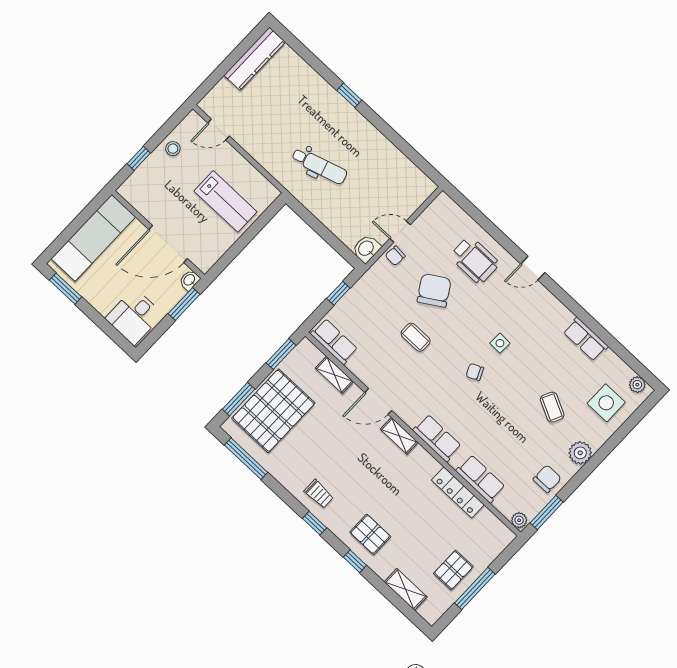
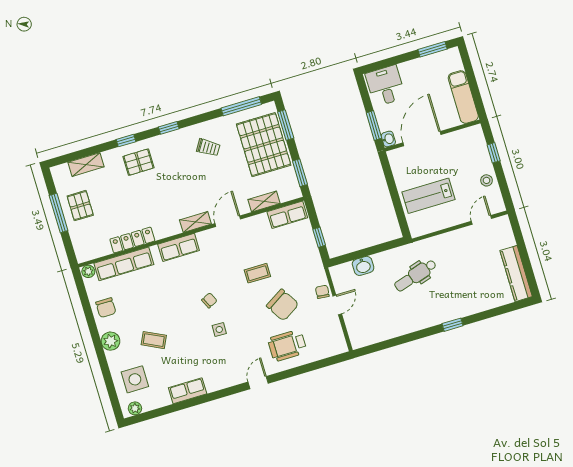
exam couch: (93, 238) -> (463, 97), width x0.73, depth x0.69
washbasin: (366, 249) -> (363, 266), moved, turned 90
row of seats: (480, 479) -> (124, 264), width x1.48
trolley: (319, 494) -> (208, 148), moved, turned -148
window: (547, 512) -> (83, 294), removed

